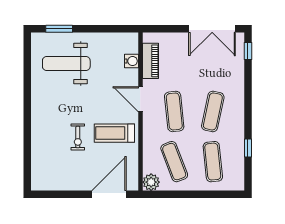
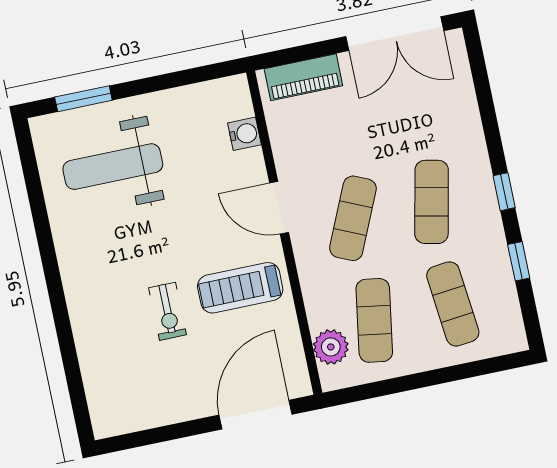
window: (248, 51) -> (504, 192), moved
piano: (151, 61) -> (303, 77), moved, turned 90
exercise mat: (174, 111) -> (353, 218), turned 30
exercise mat: (174, 162) -> (374, 320), turned 30
plant: (151, 182) -> (331, 347), moved

